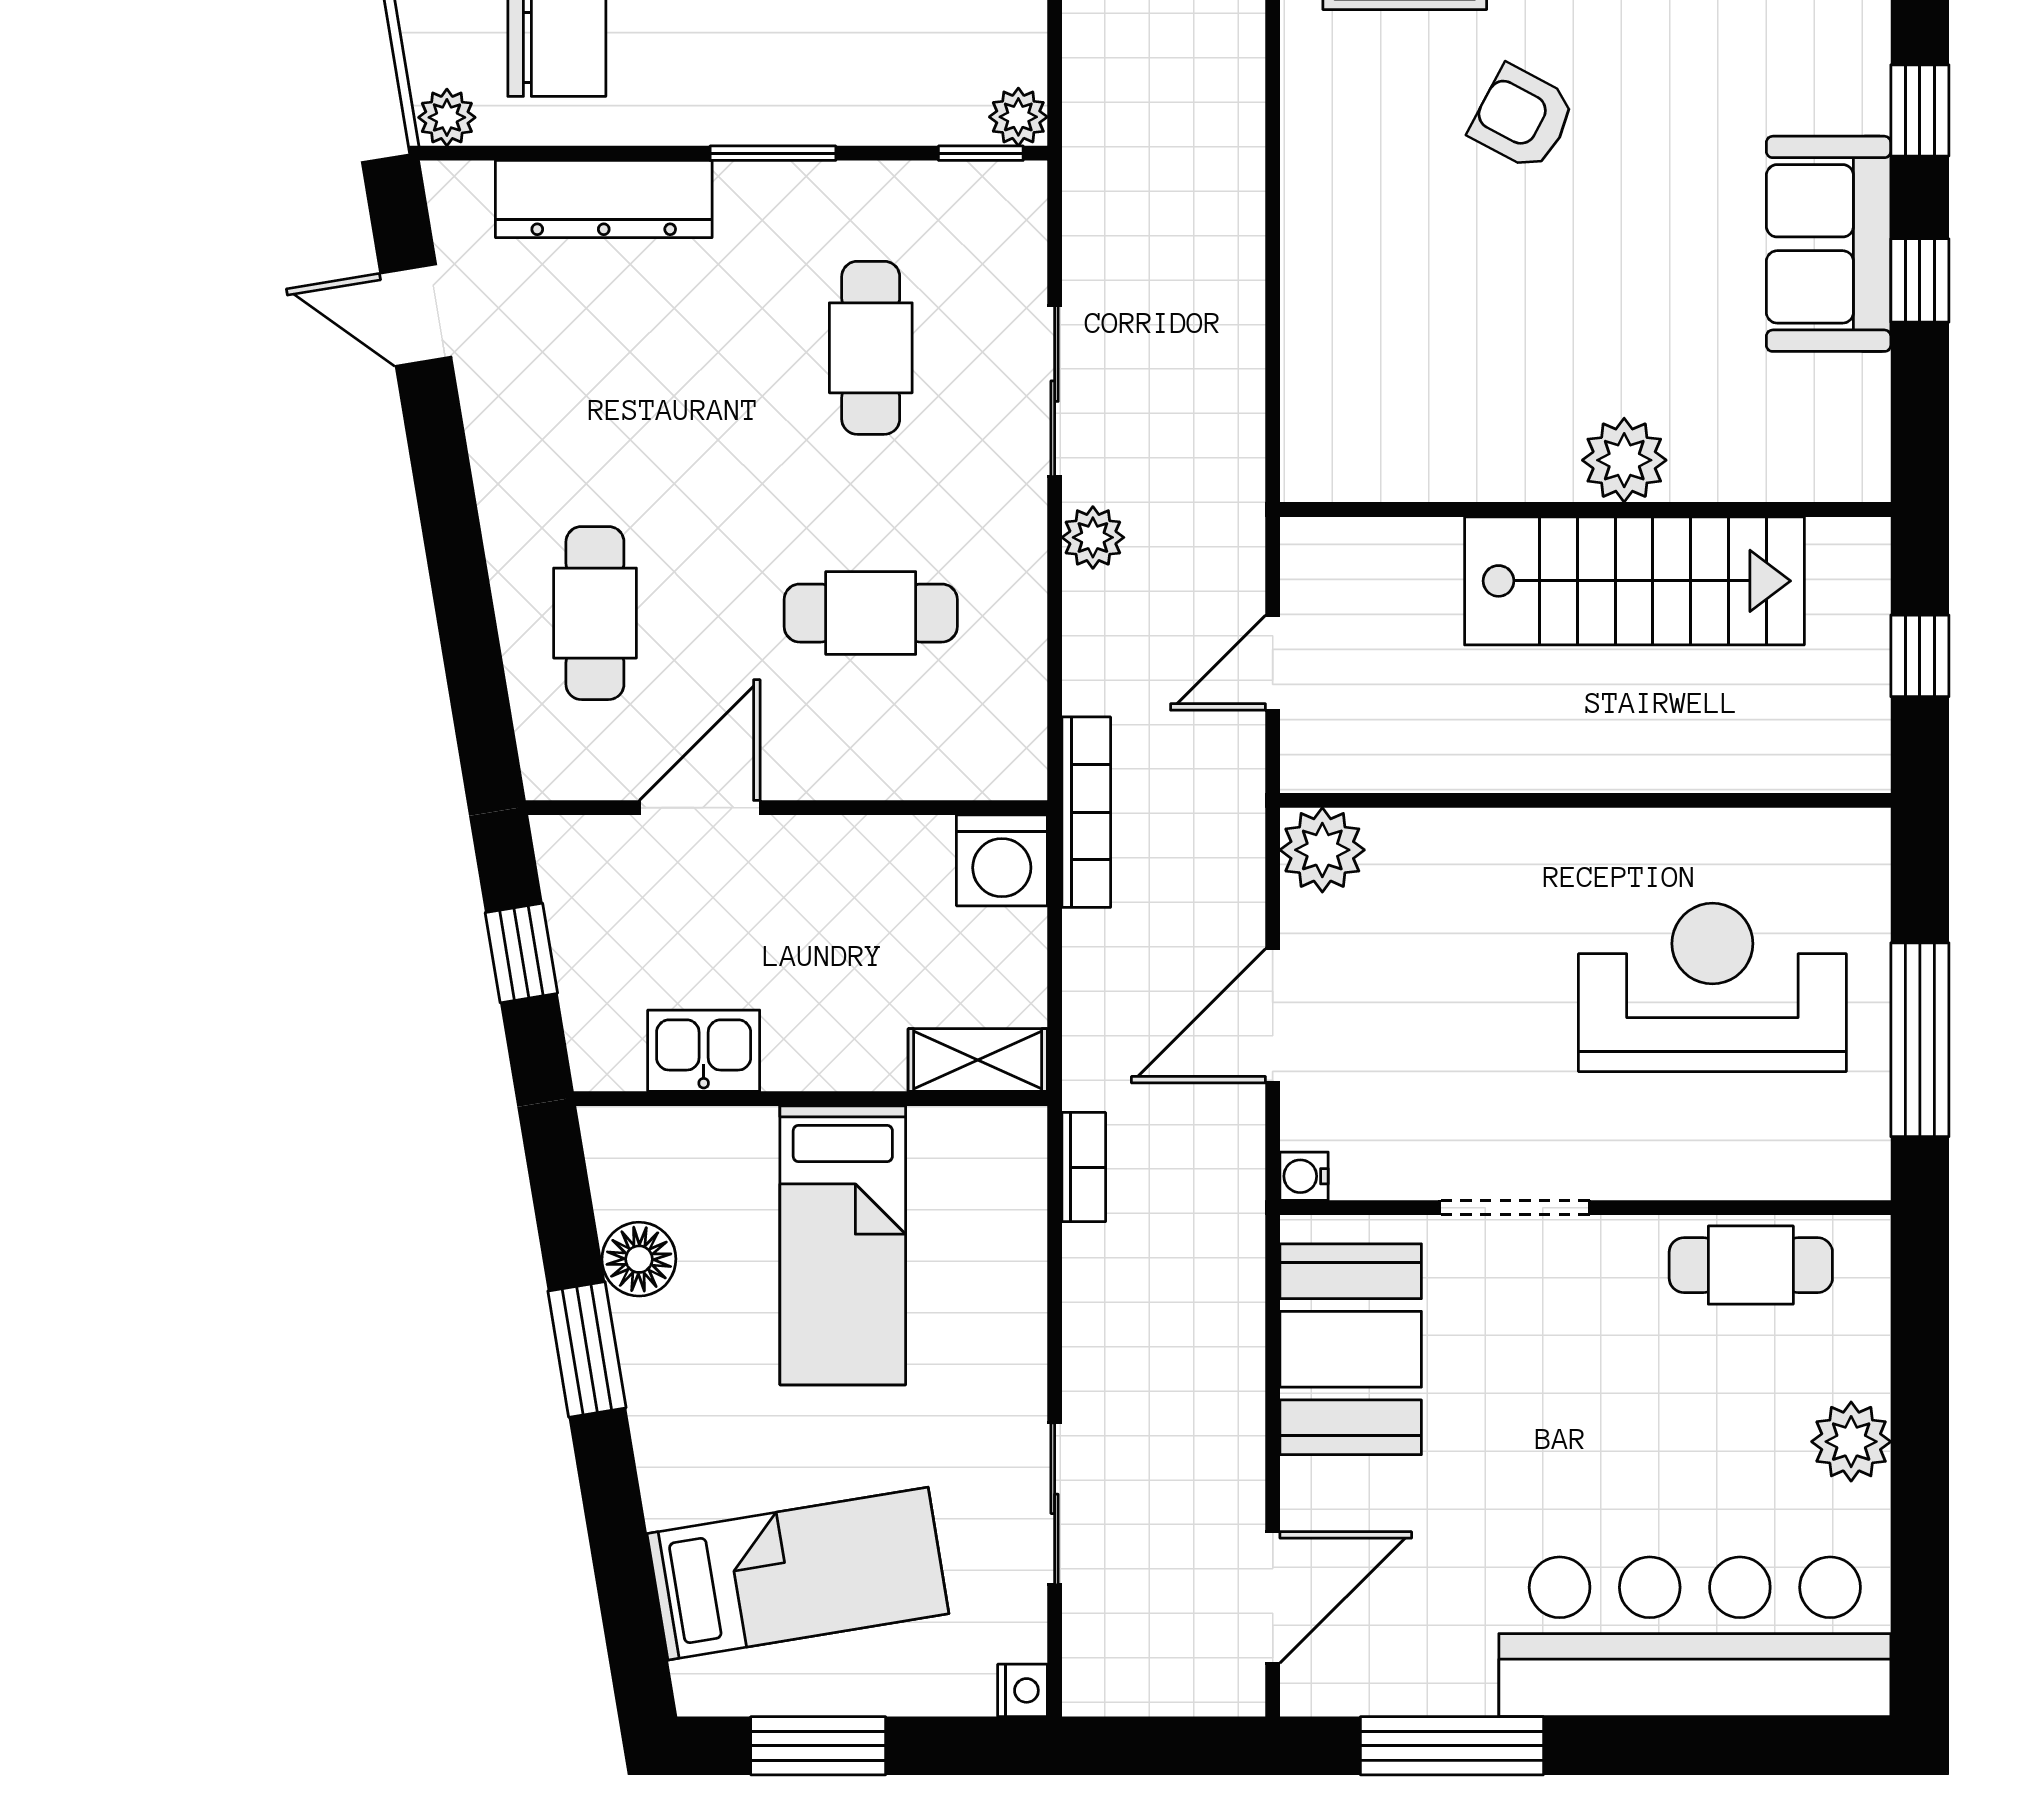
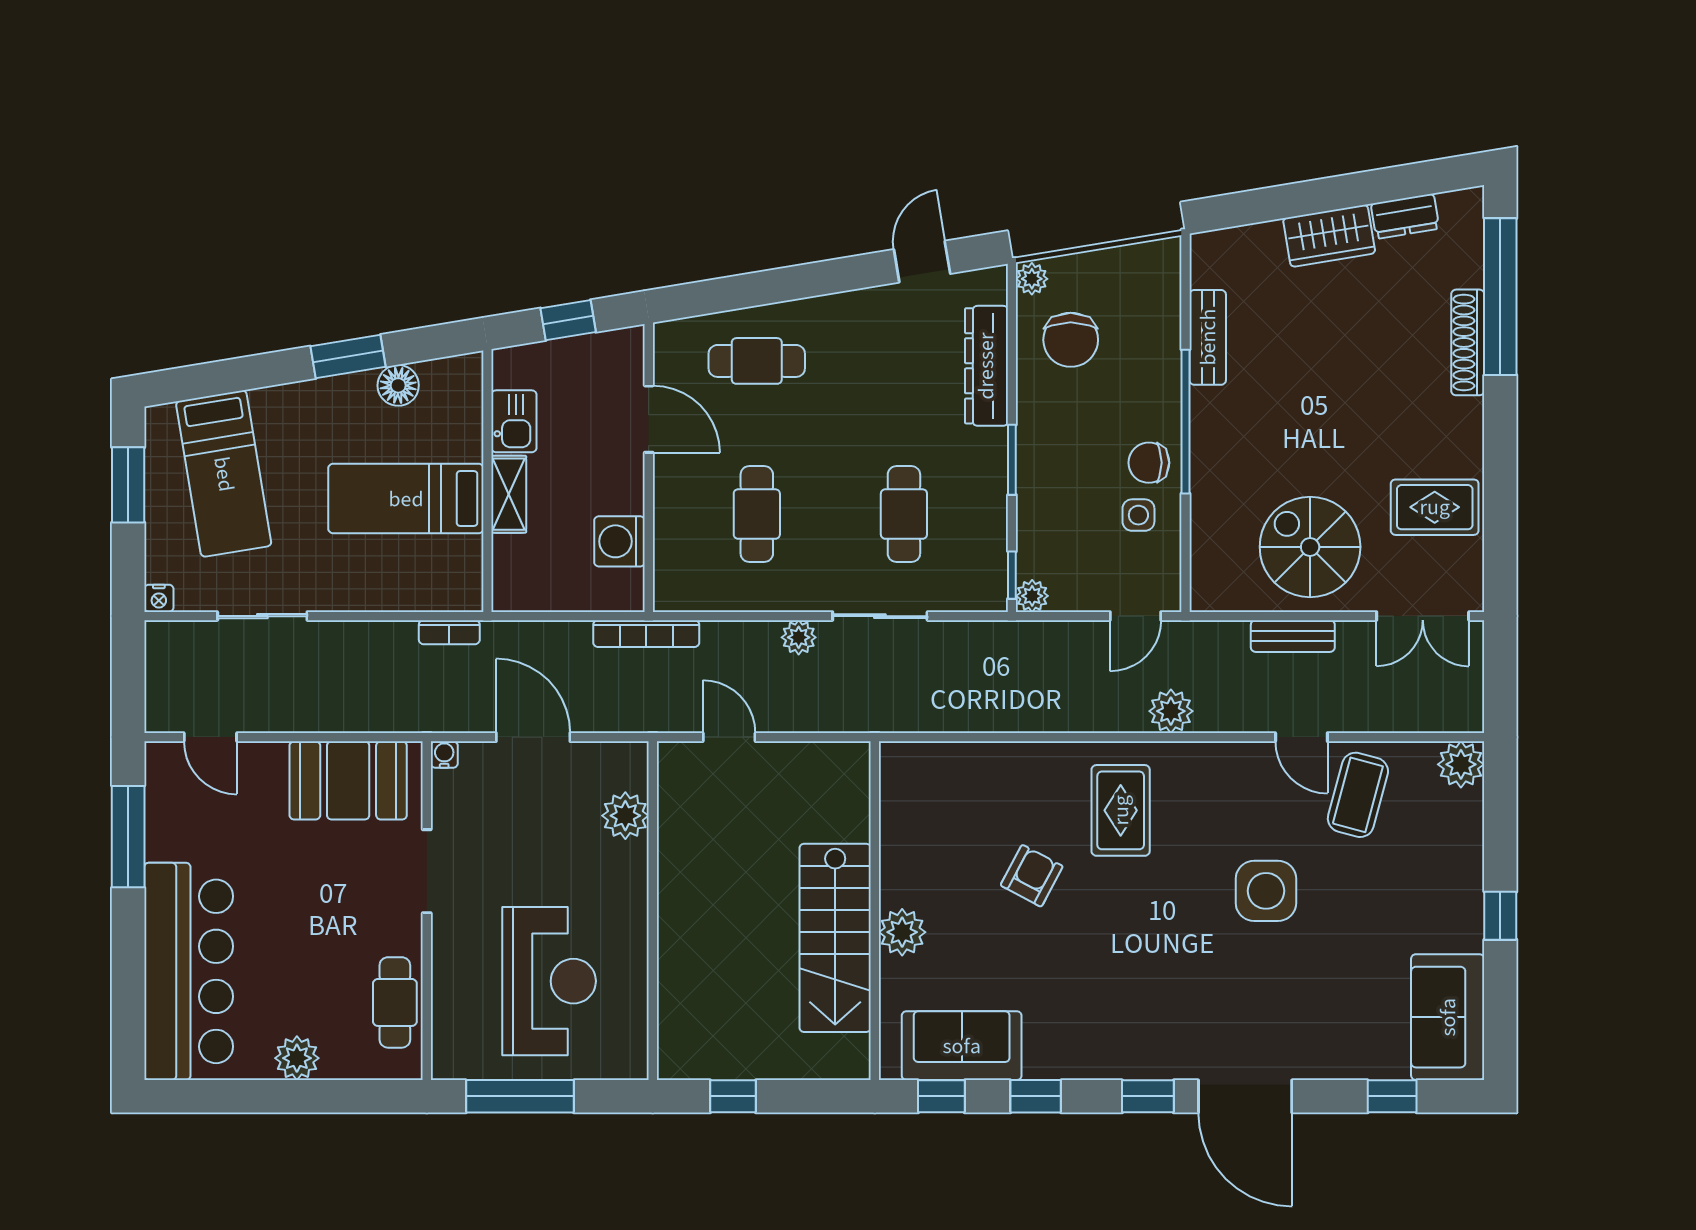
cafe table: (871, 348) -> (904, 514), turned 90
plant: (1624, 460) -> (902, 932), moved
wall: (1585, 510) -> (875, 911), moved
stairs: (1634, 581) -> (835, 938), moved
plant: (1322, 850) -> (625, 816), moved
washing machine: (1002, 860) -> (619, 541), moved
shelving: (978, 1060) -> (509, 494), moved
door: (1273, 1597) -> (210, 737), width x0.73

